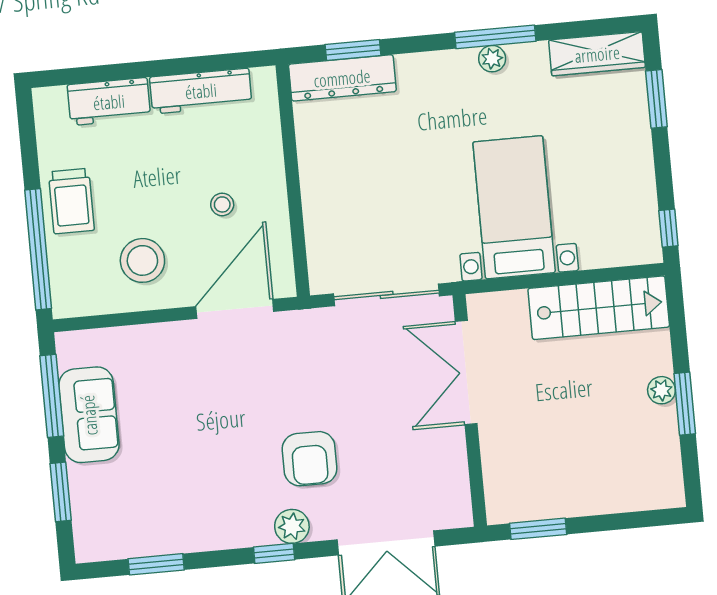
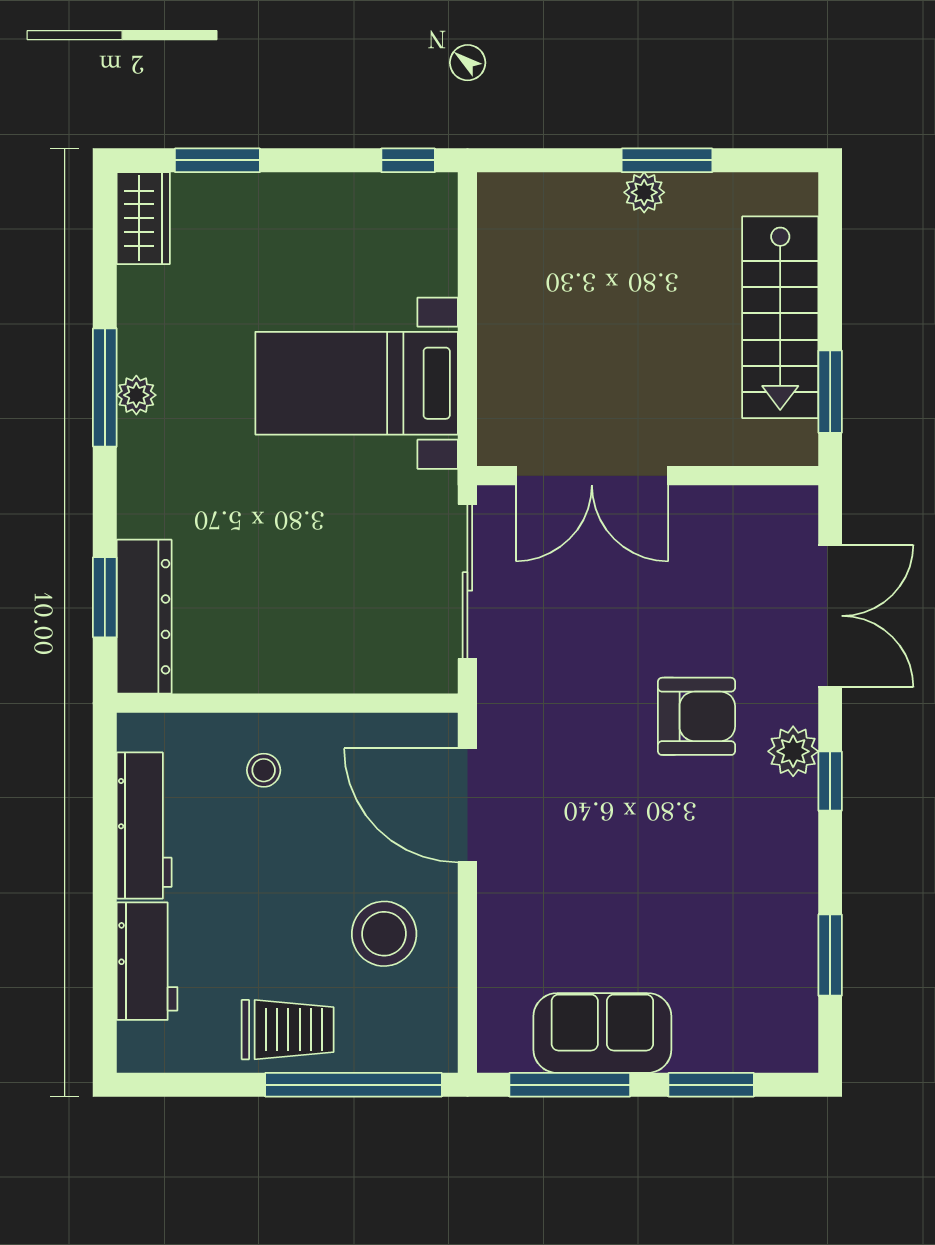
wardrobe: (597, 54) -> (143, 218), width x0.67
stool: (222, 204) -> (264, 770), moved
stairs: (599, 308) -> (780, 317), moved, turned 180

